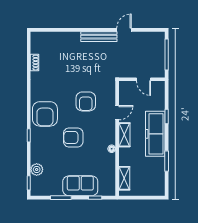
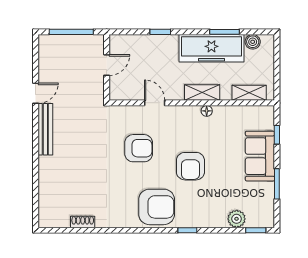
door: (124, 30) -> (36, 93), swing flipped
freezer: (155, 134) -> (211, 48), moved
shelving: (124, 135) -> (202, 93), moved
boiler: (160, 181) -> (253, 42), added

